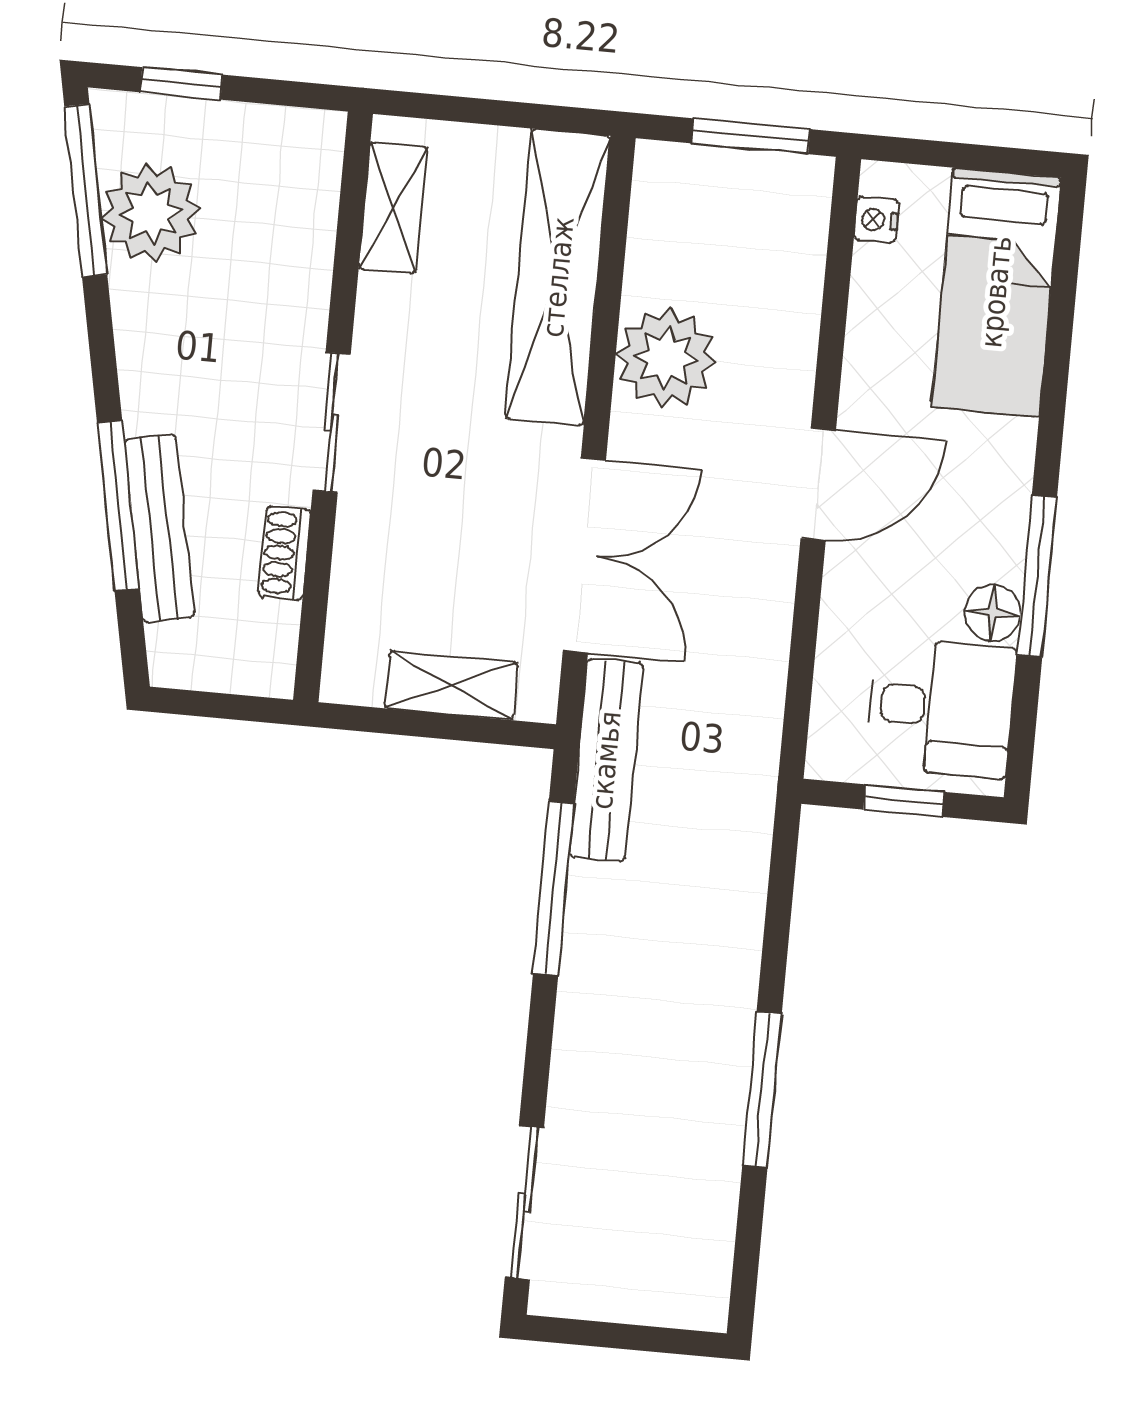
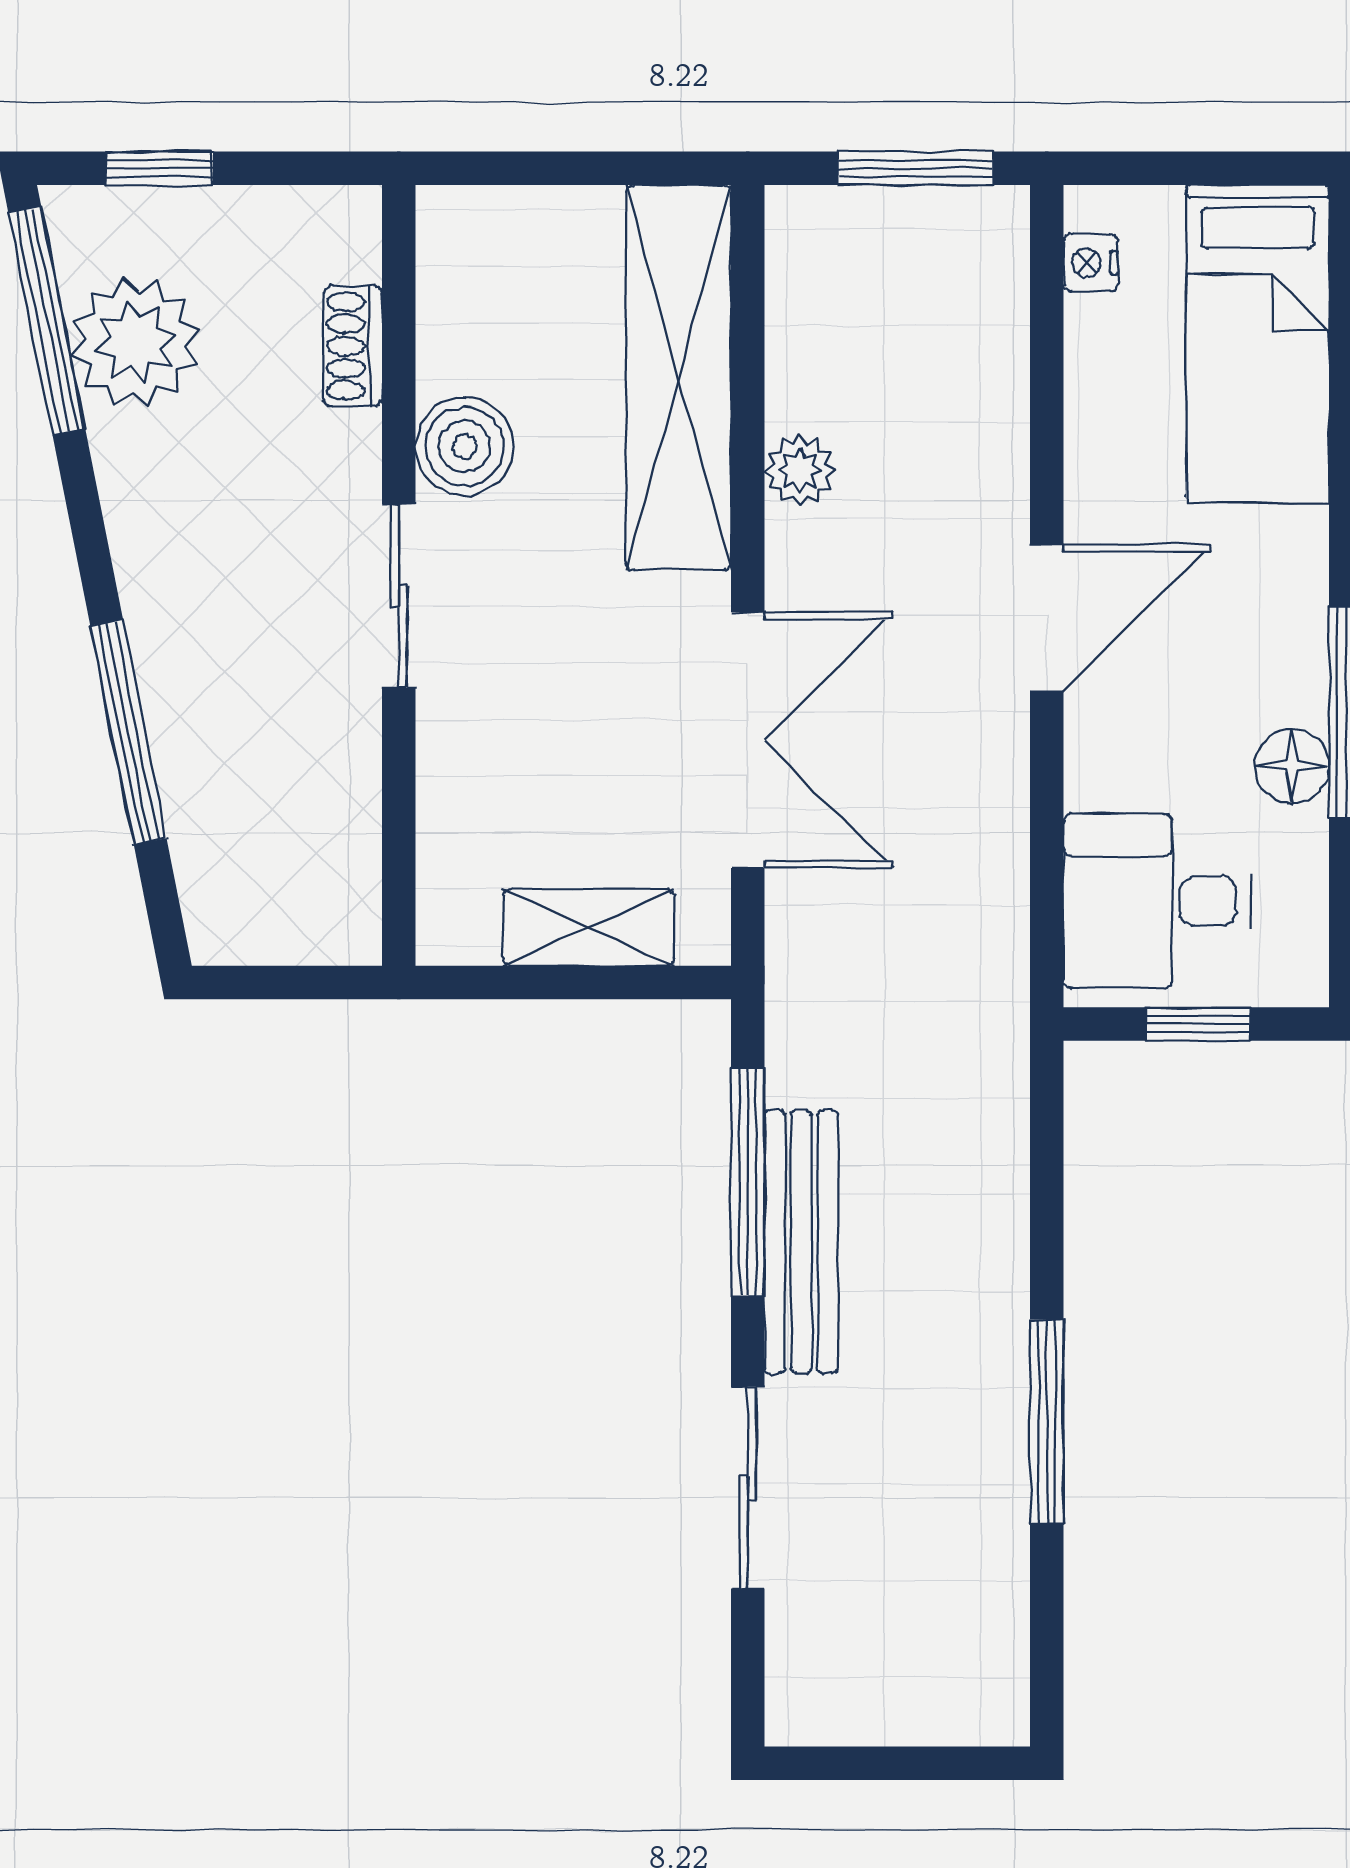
shelving: (393, 208) -> (453, 306), removed
boiler: (392, 314) -> (465, 446), added
plant: (666, 358) -> (800, 470), width x0.53, depth x0.53
bench: (159, 528) -> (185, 756), removed
shoe rack: (285, 553) -> (353, 346), moved
desk: (941, 708) -> (1157, 901), moved, turned 180
bench: (606, 760) -> (801, 1242), moved
sliding door: (524, 1203) -> (748, 1488), moved

